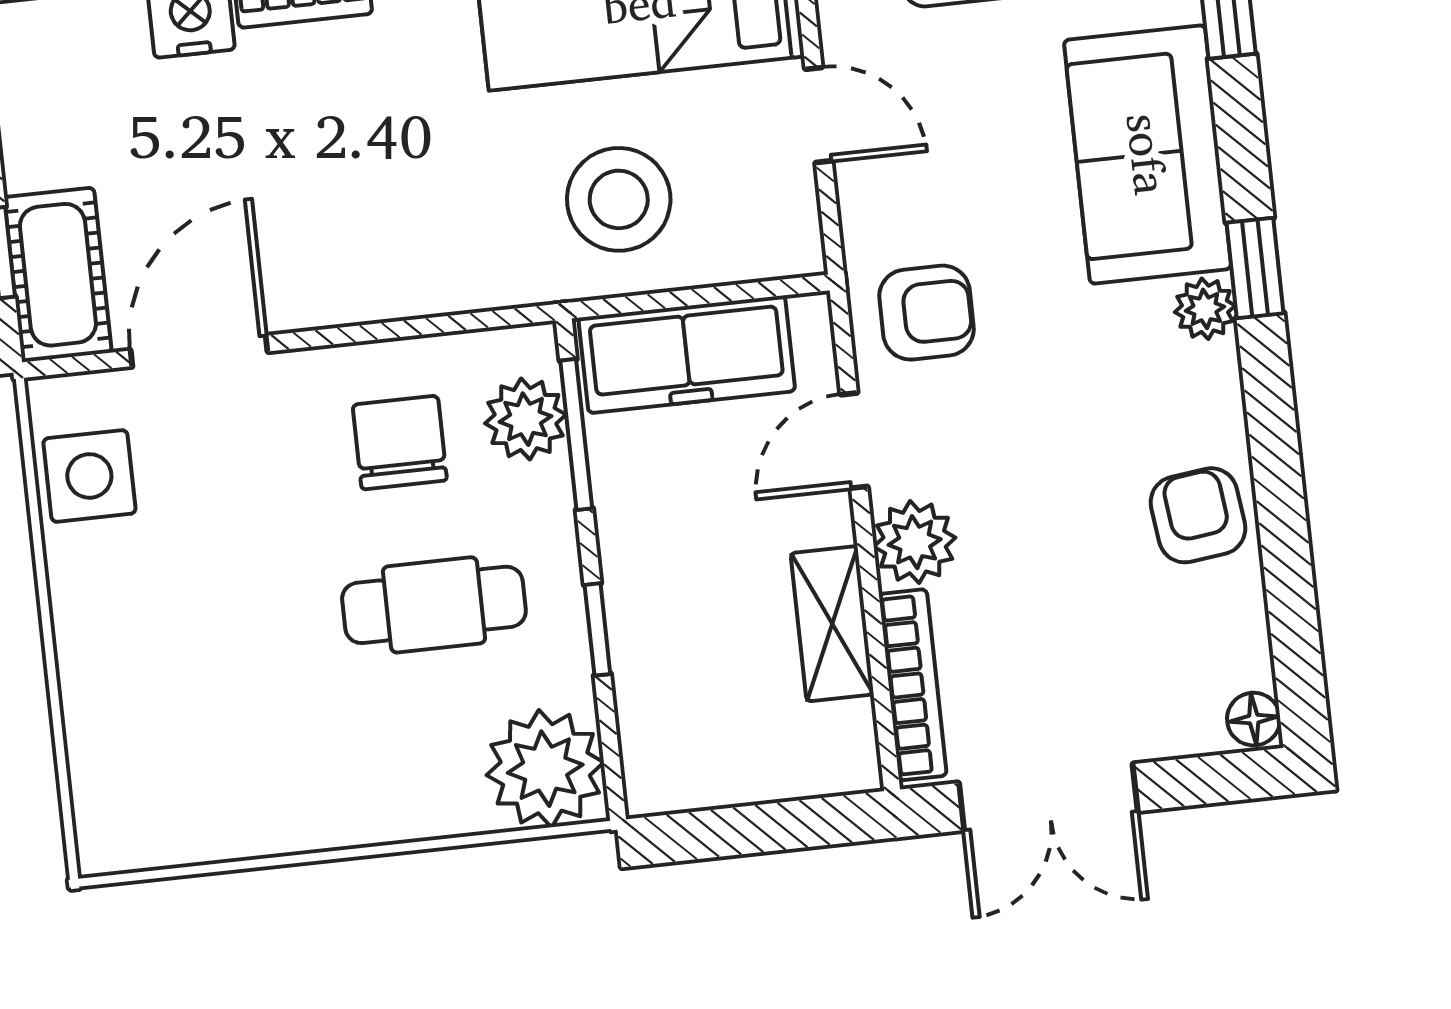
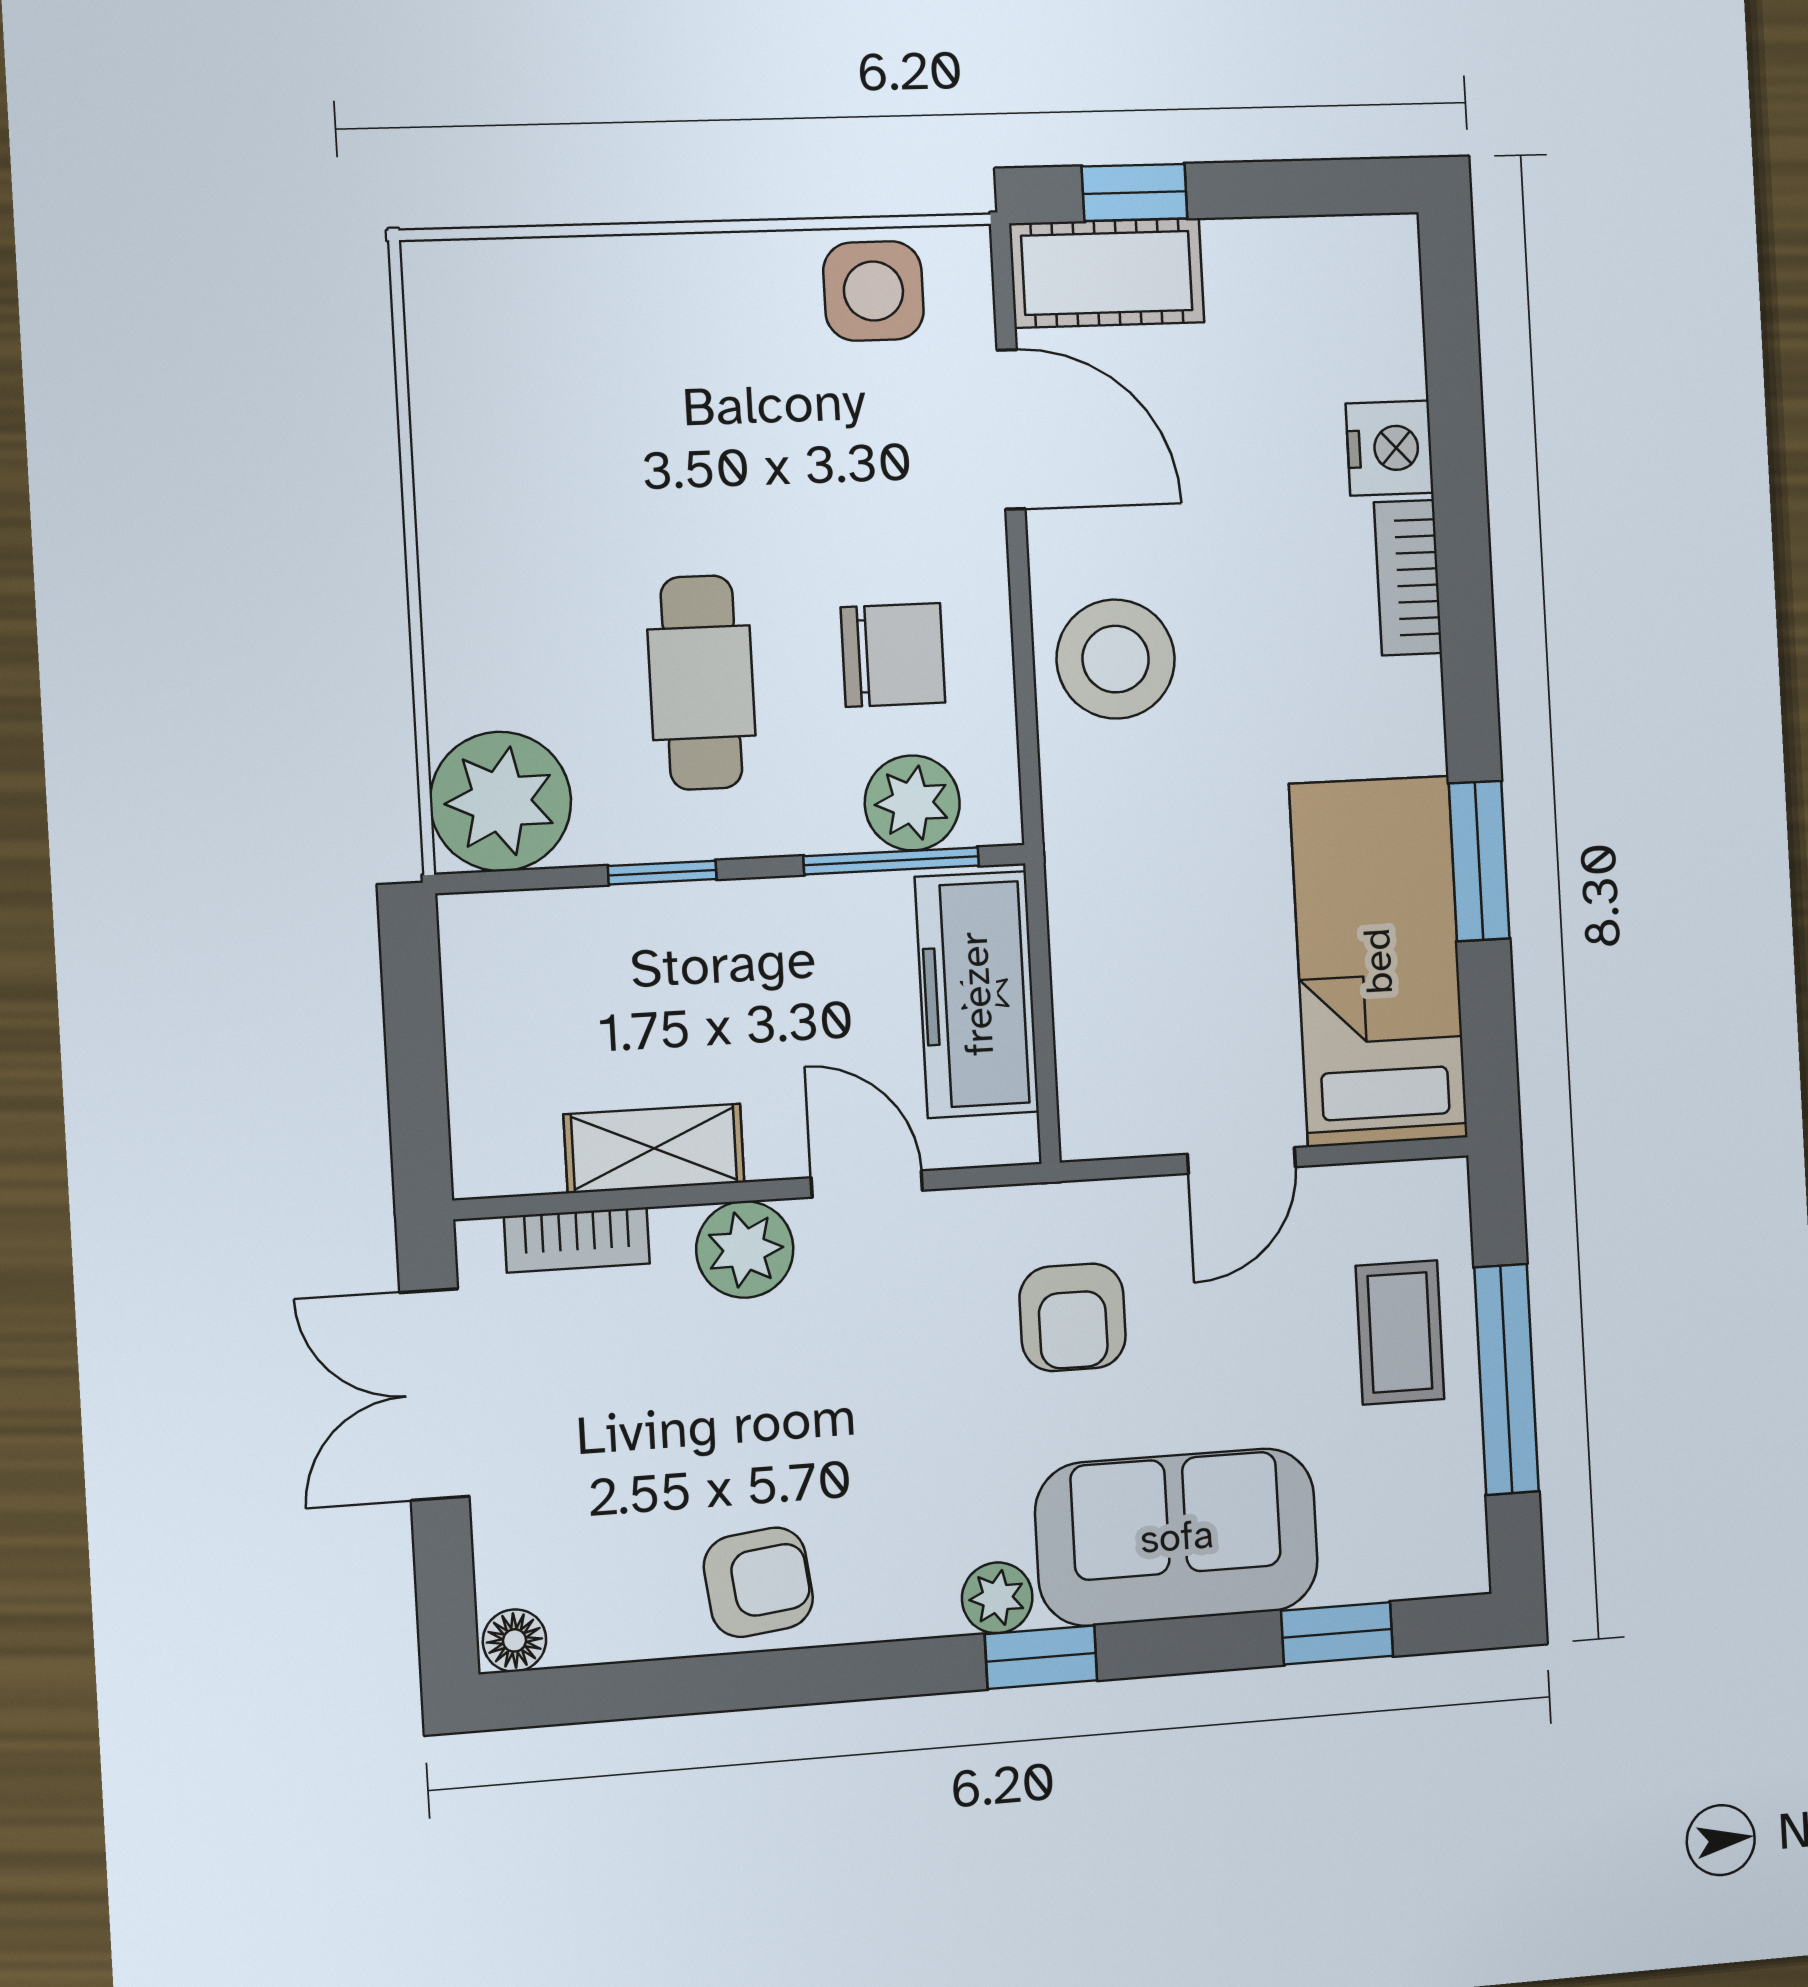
stool: (619, 199) -> (1116, 659), moved
armchair: (927, 313) -> (1073, 1317), moved
bookcase: (913, 685) -> (577, 1240), width x0.64

